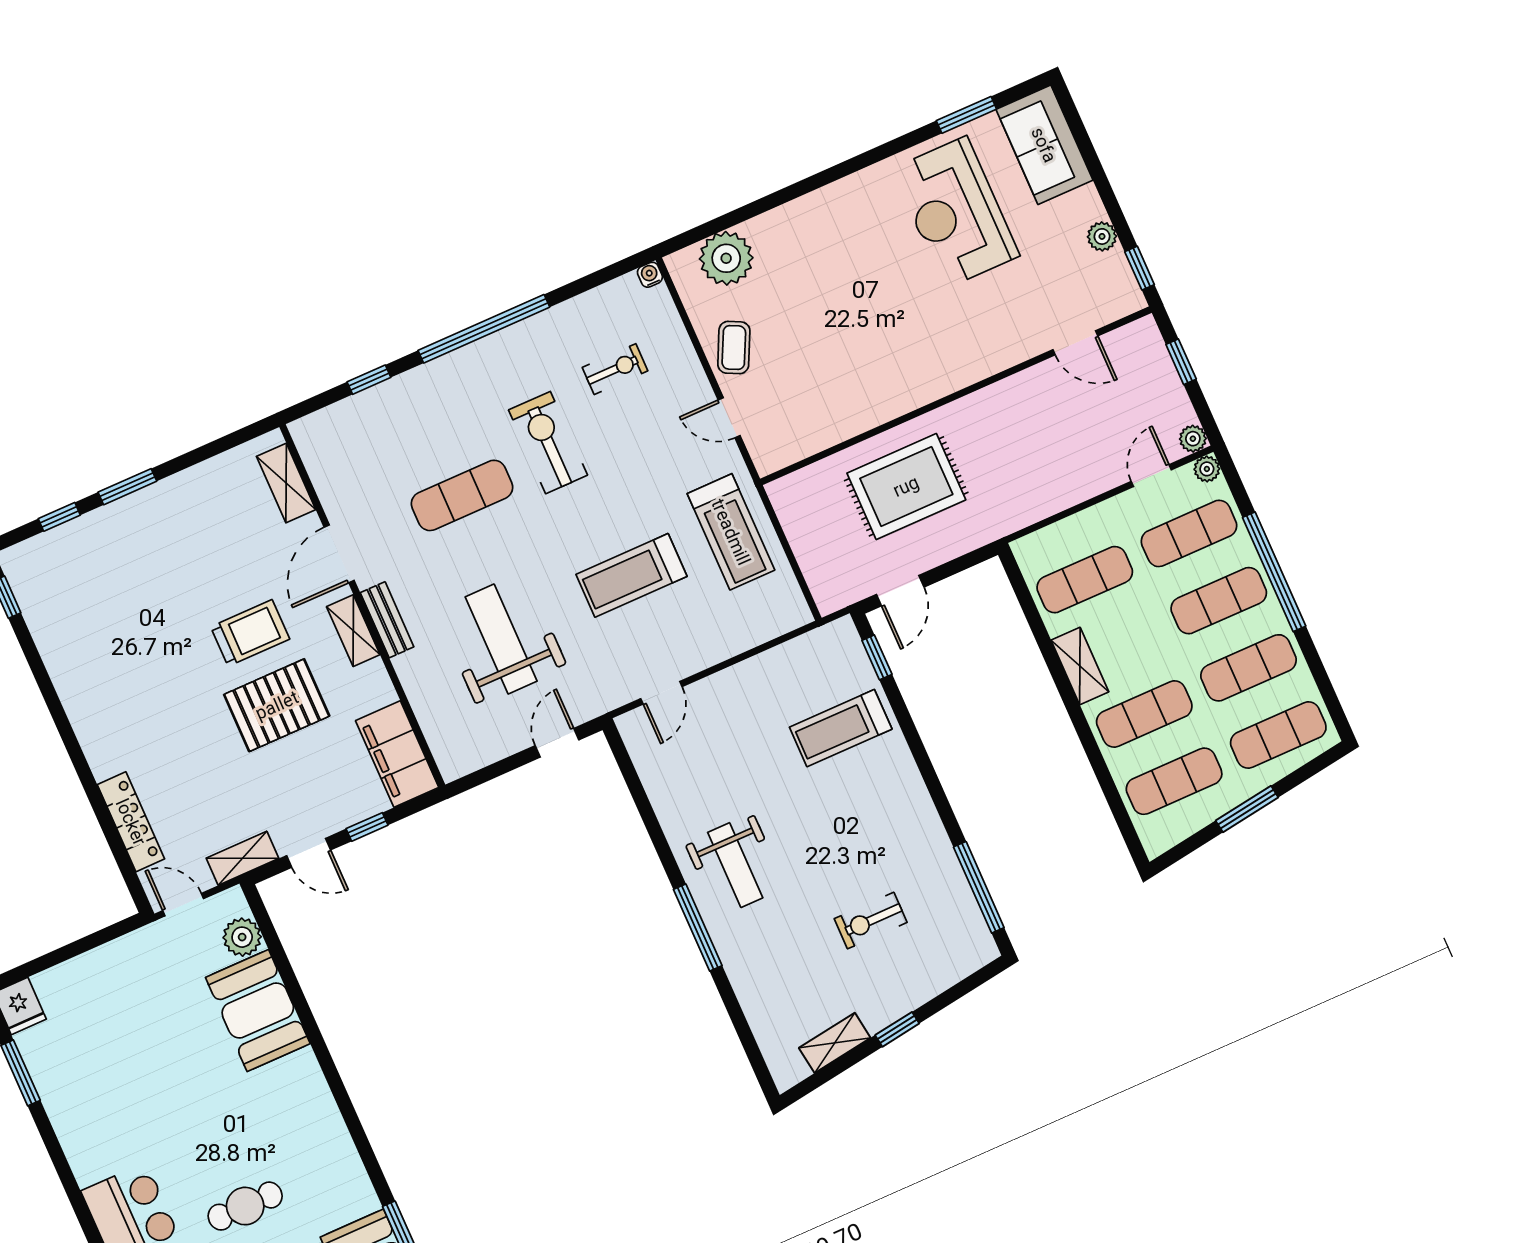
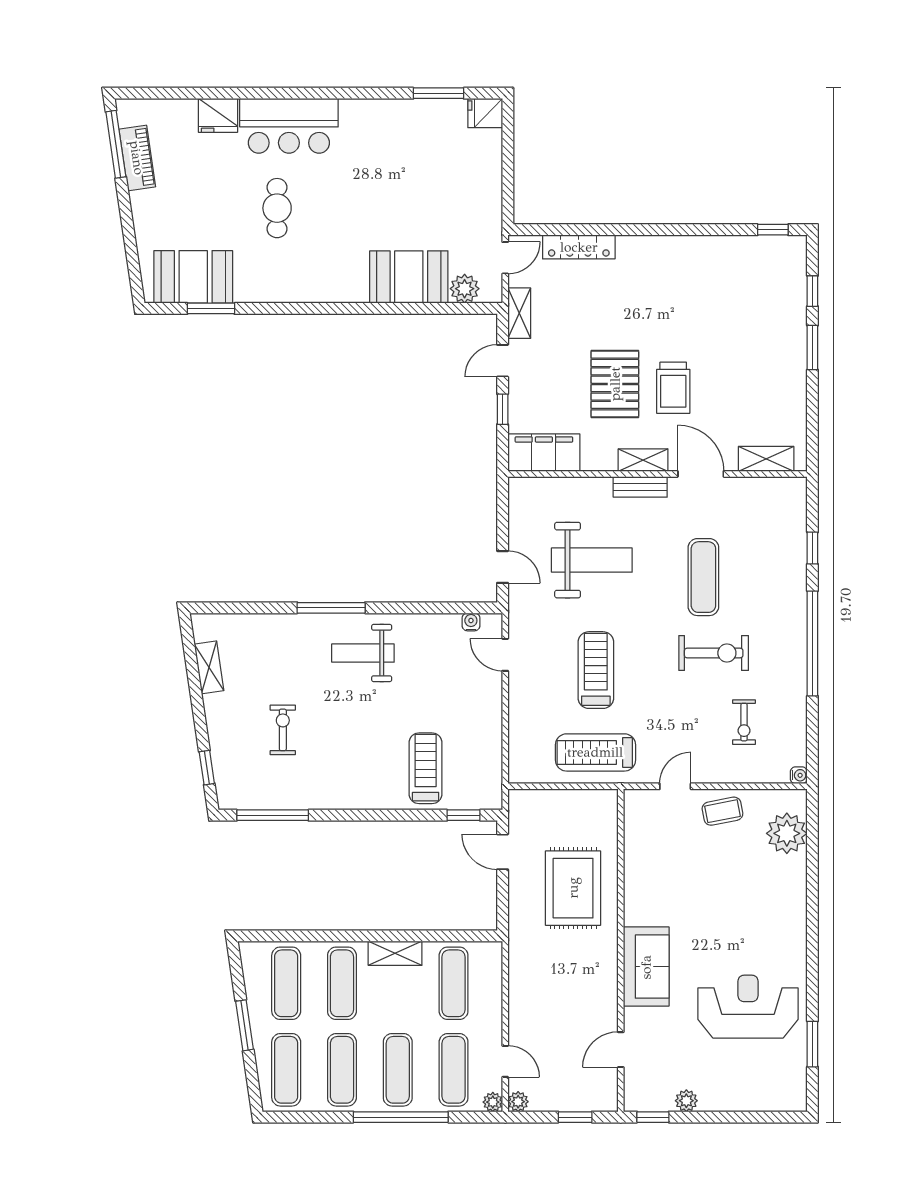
sofa: (1044, 145) -> (646, 967), moved, turned 90
coffee table: (734, 348) -> (722, 811), turned -37
water cooler: (640, 752) -> (471, 622), added
window: (897, 1029) -> (207, 768), moved

